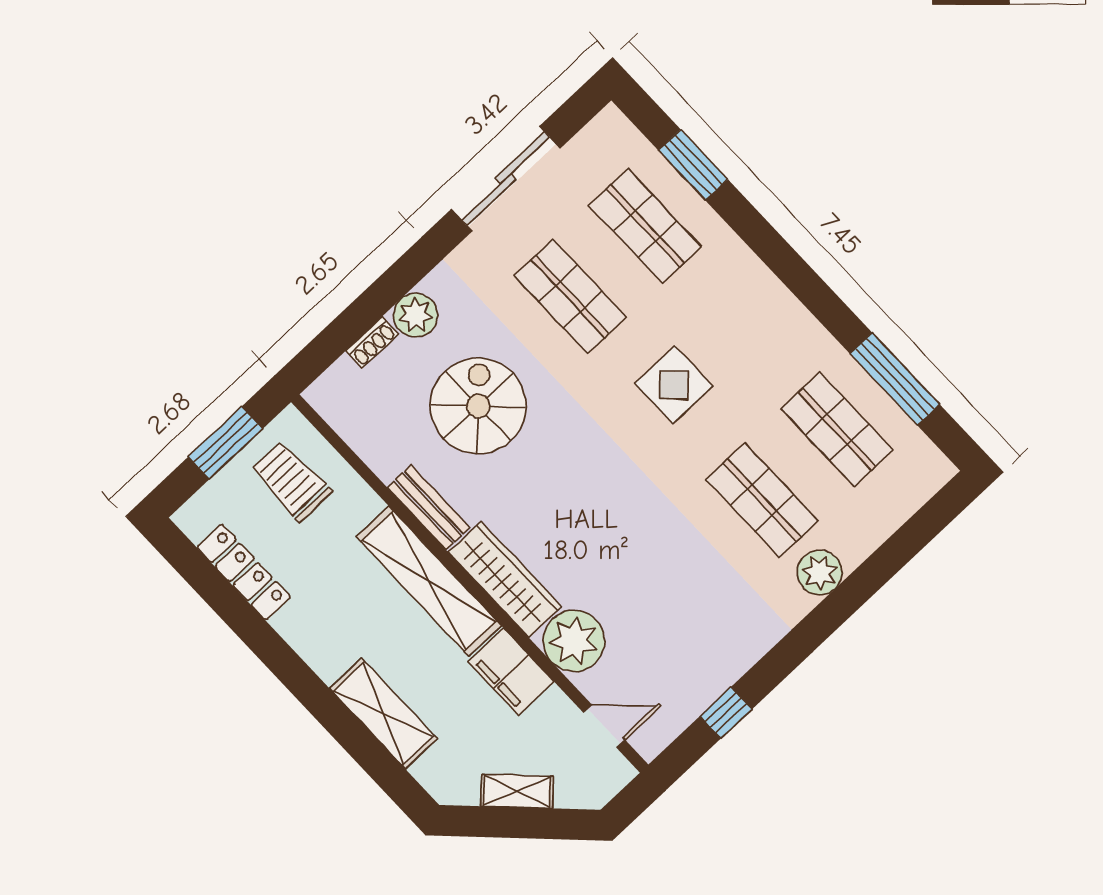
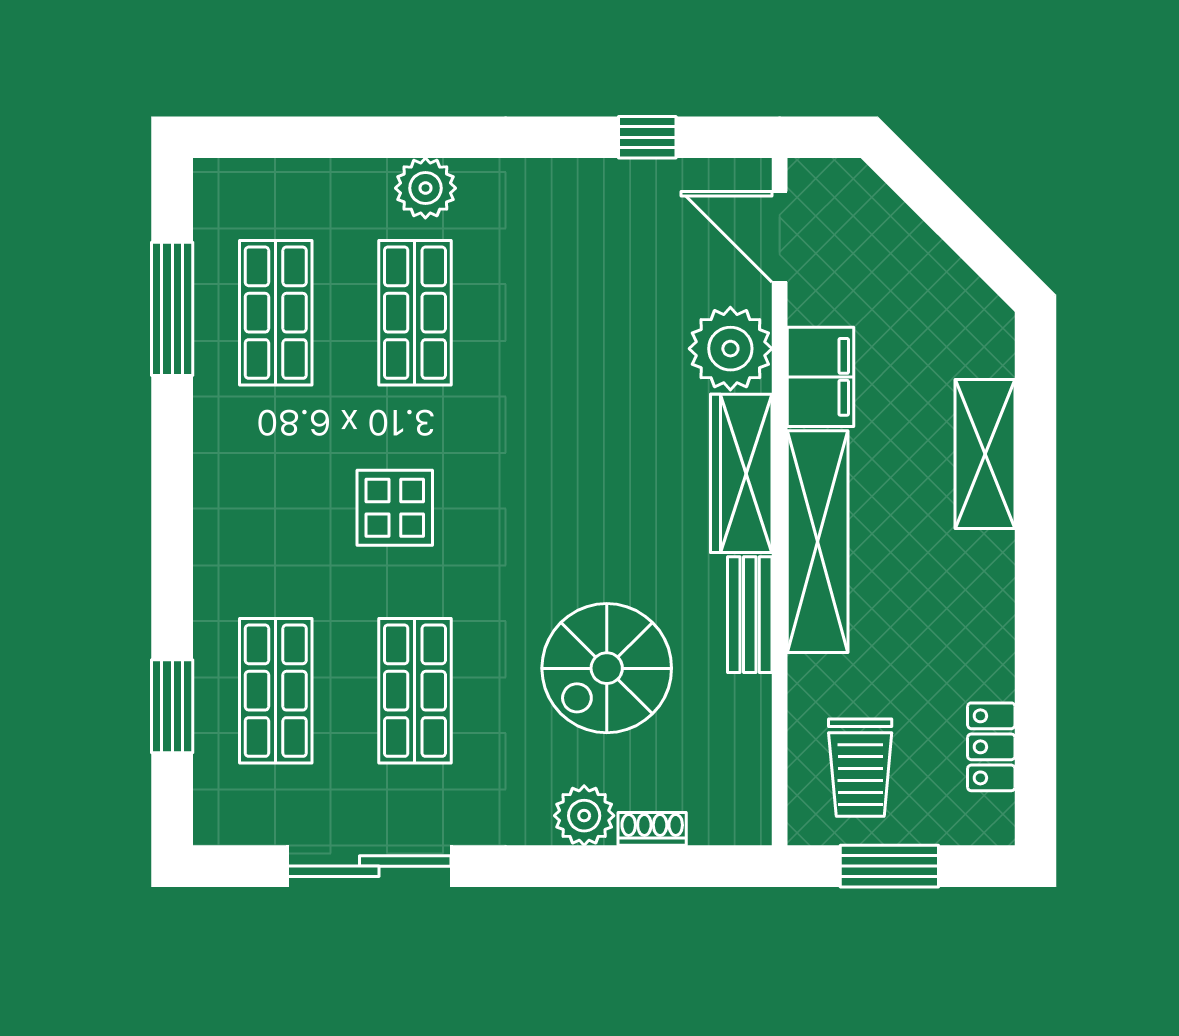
locker: (244, 572) -> (991, 747), width x0.66
door: (604, 726) -> (780, 237), width x1.38
shelving: (517, 791) -> (926, 254), removed

